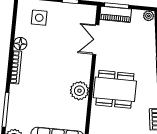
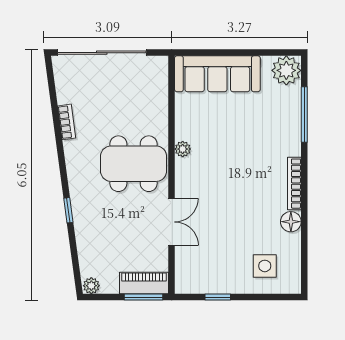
double door: (96, 40) -> (172, 222), moved
plant: (79, 91) -> (183, 149), width x0.53, depth x0.53

